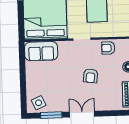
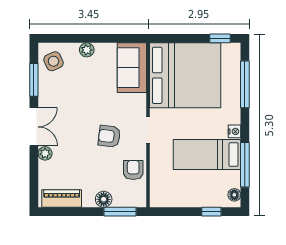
armchair: (91, 76) -> (109, 136), moved
plant: (30, 81) -> (87, 50), added
plant: (99, 106) -> (45, 153), added

